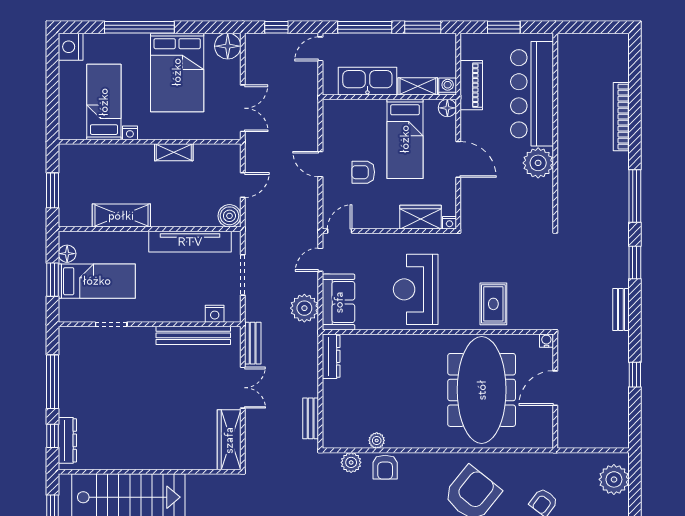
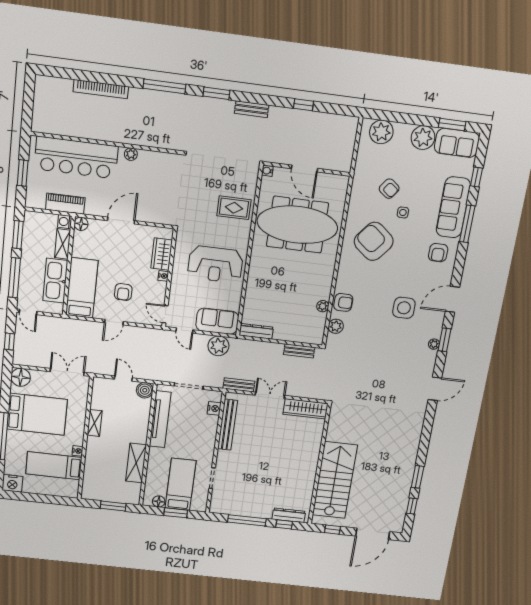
bed: (405, 139) -> (82, 288), moved, turned -90
plant: (538, 163) -> (131, 154), width x0.53, depth x0.53
nightstand: (449, 223) -> (163, 276), moved

